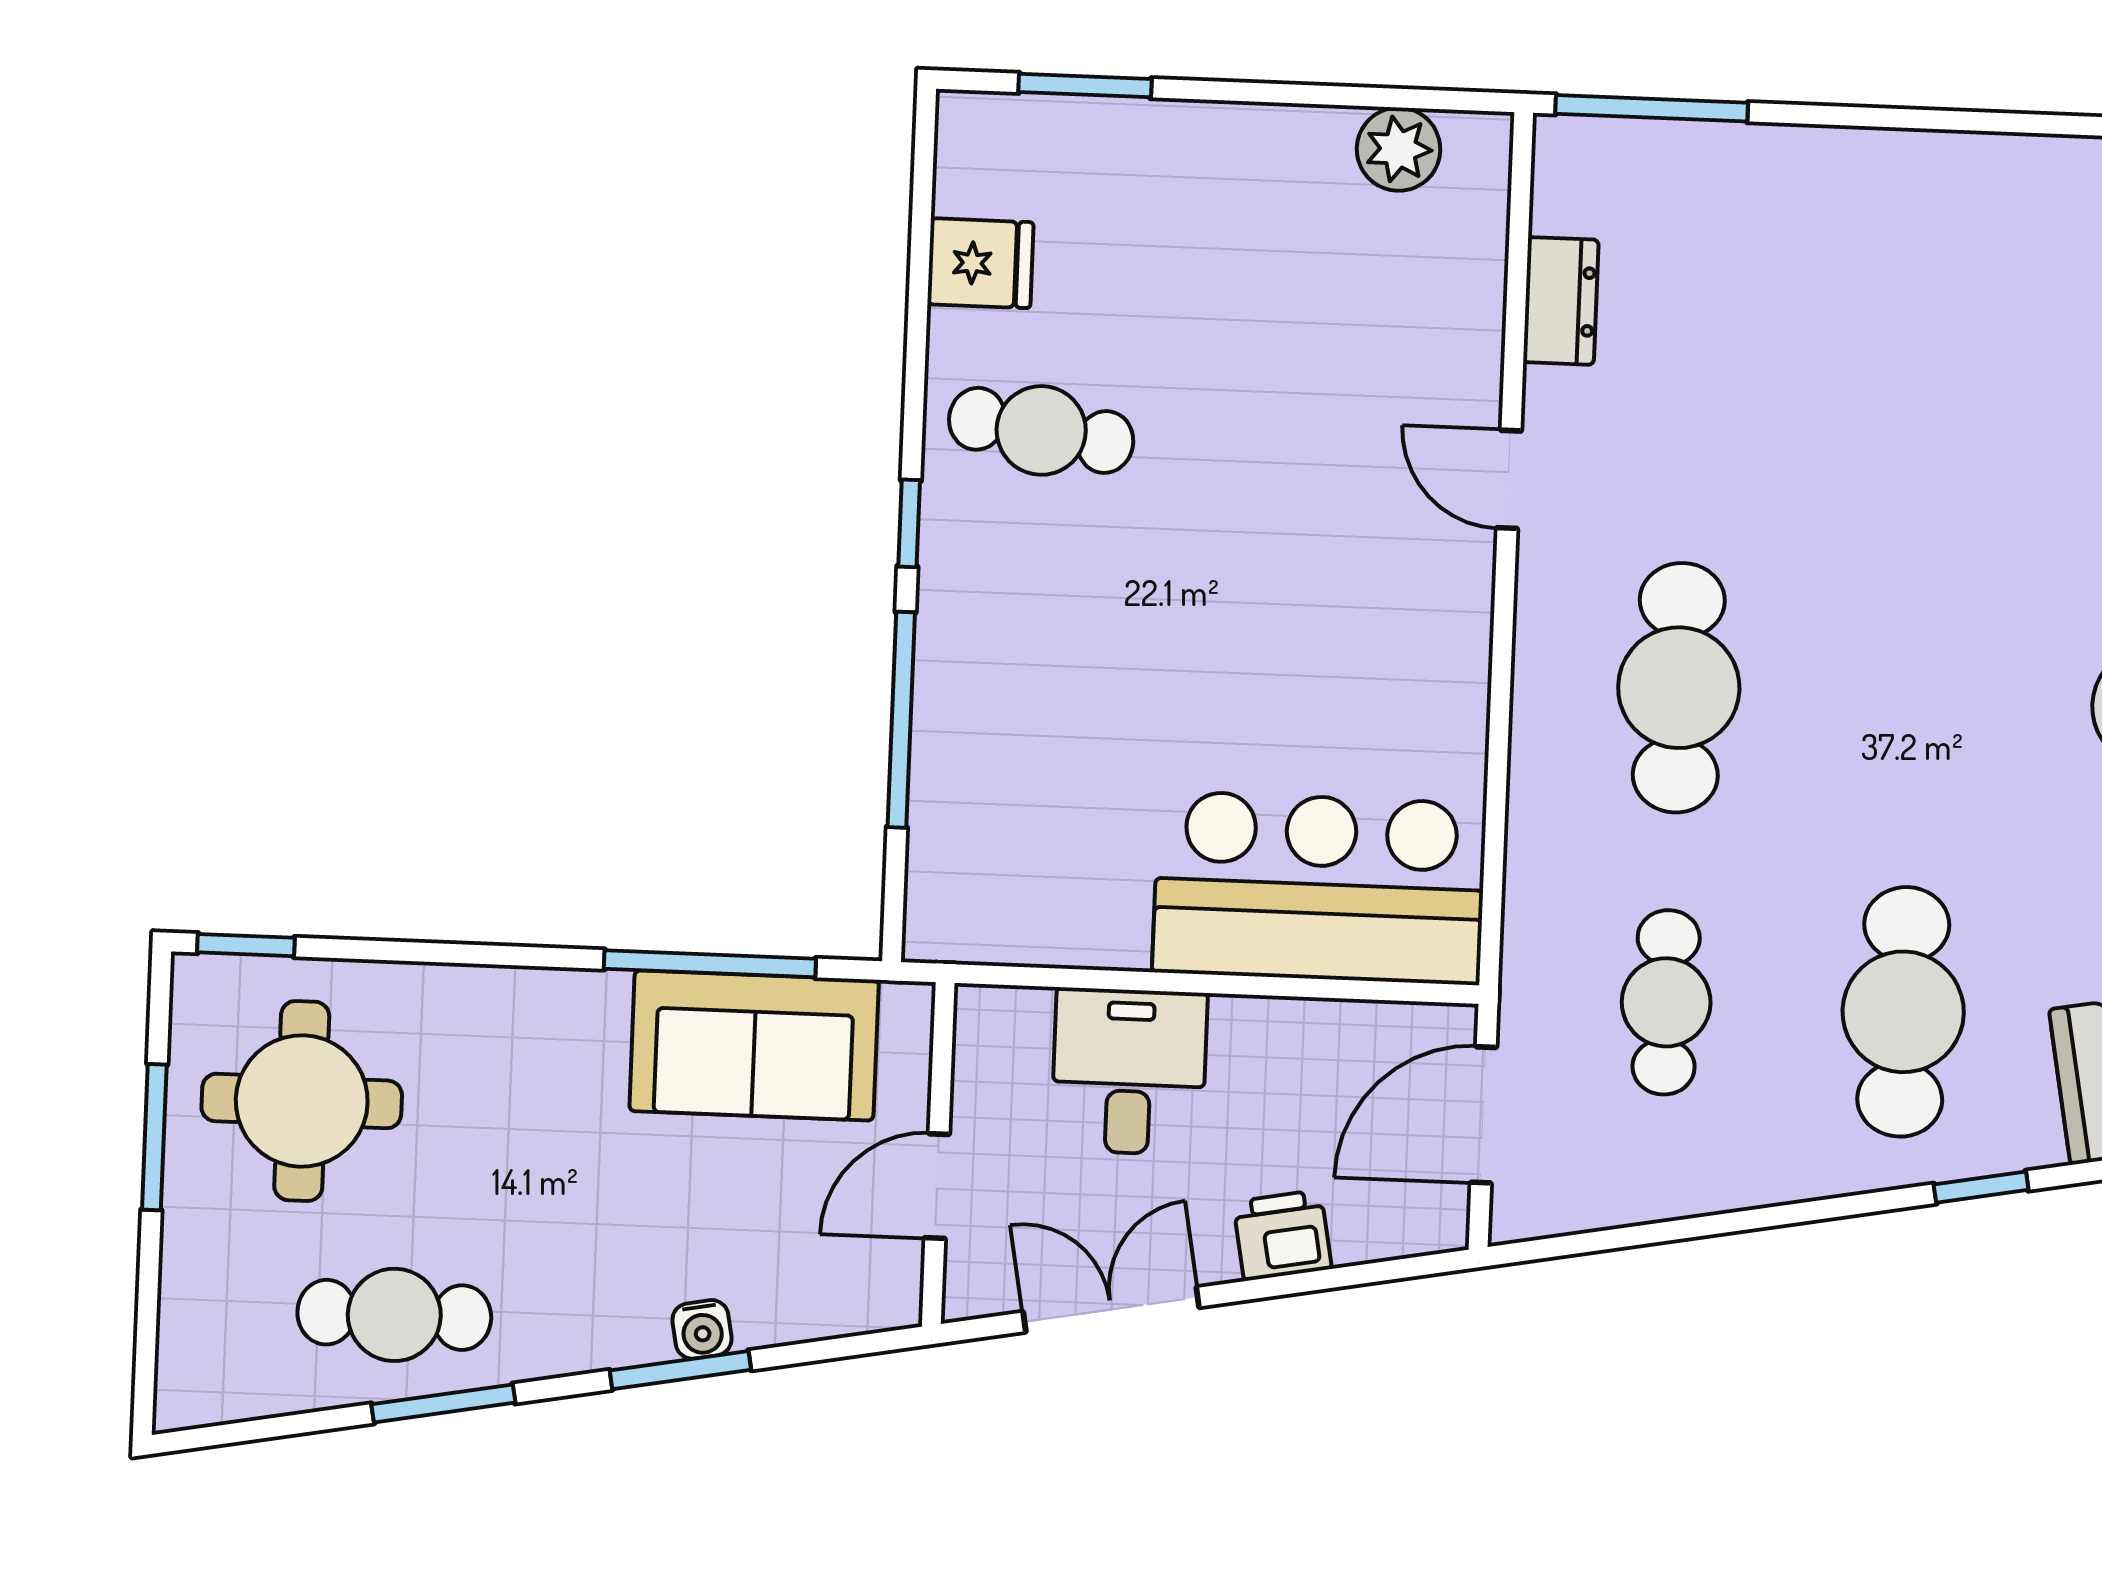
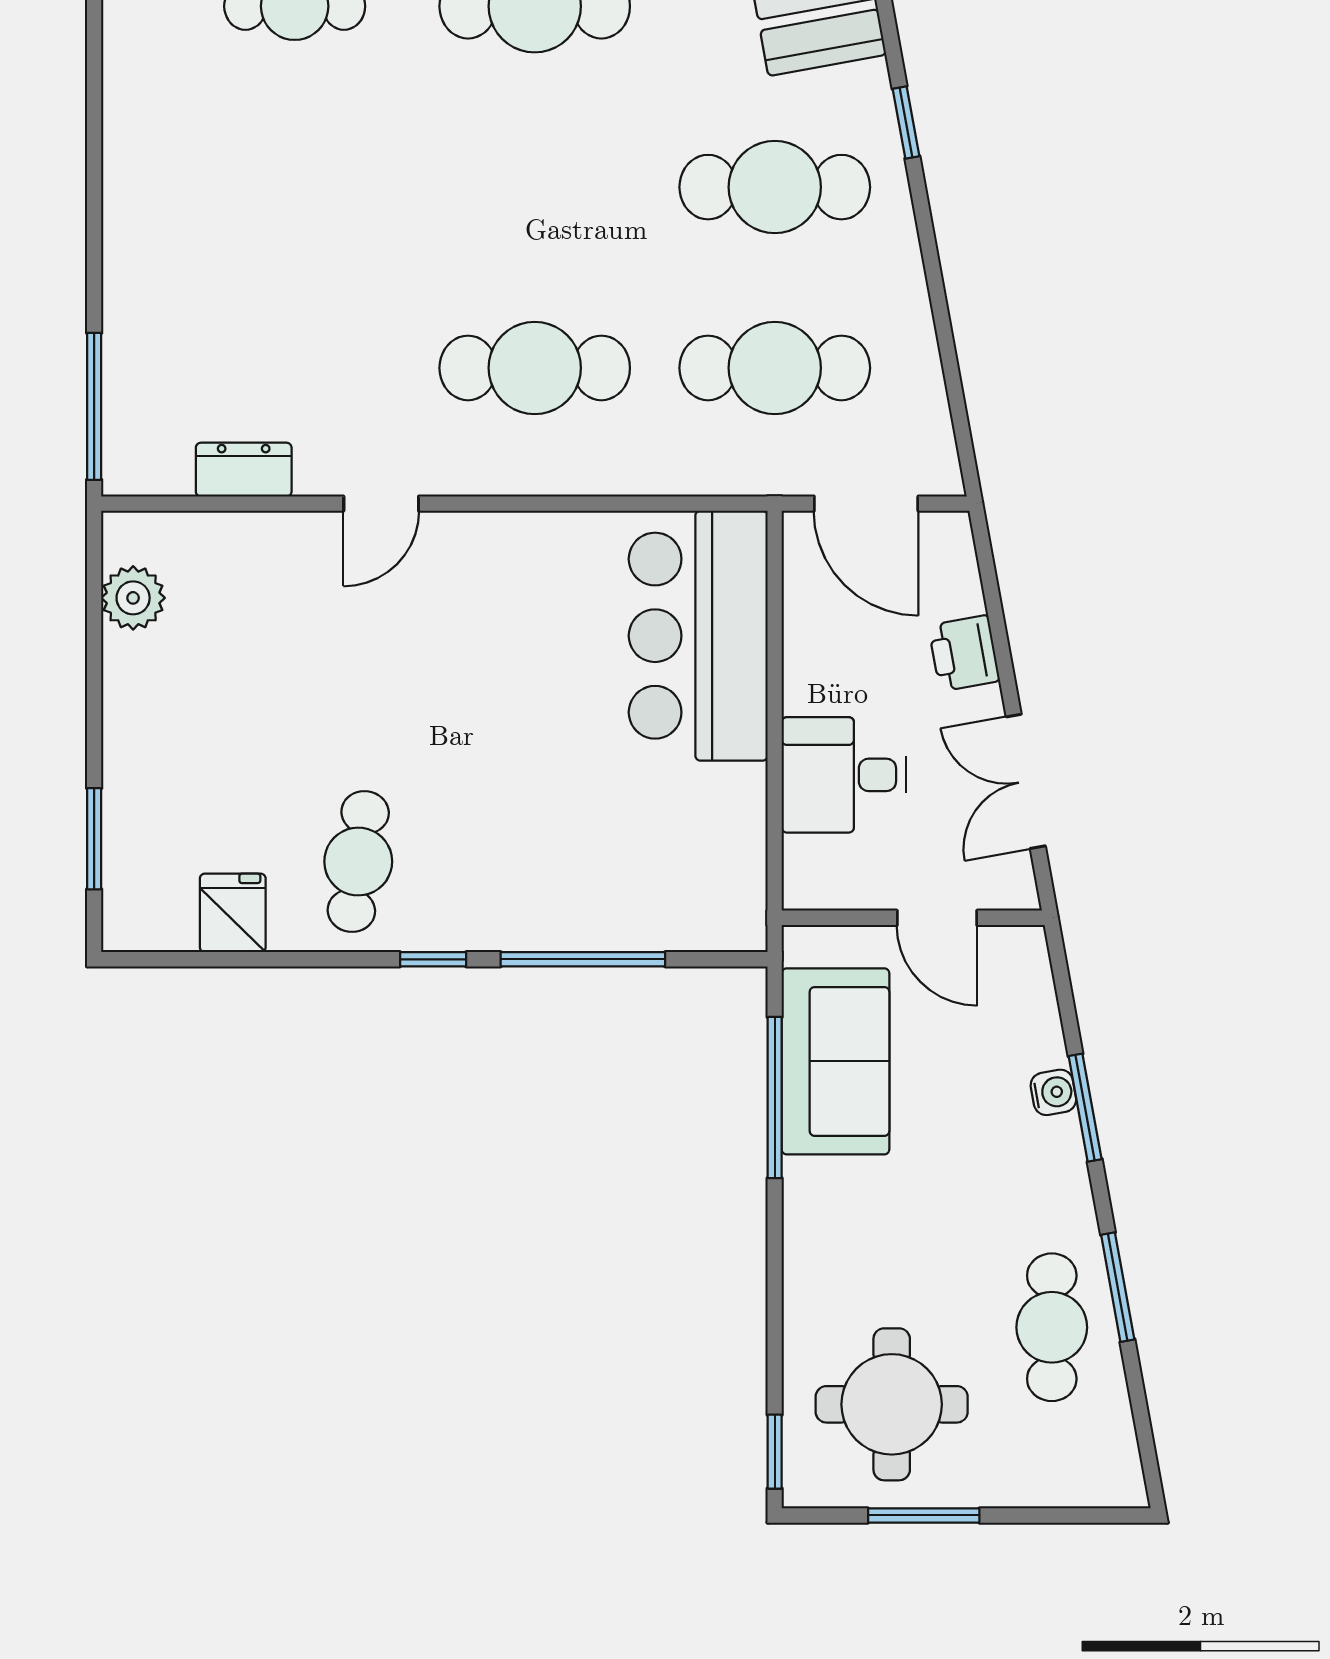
cafe table: (1666, 1002) -> (775, 368), width x1.37, depth x1.35

